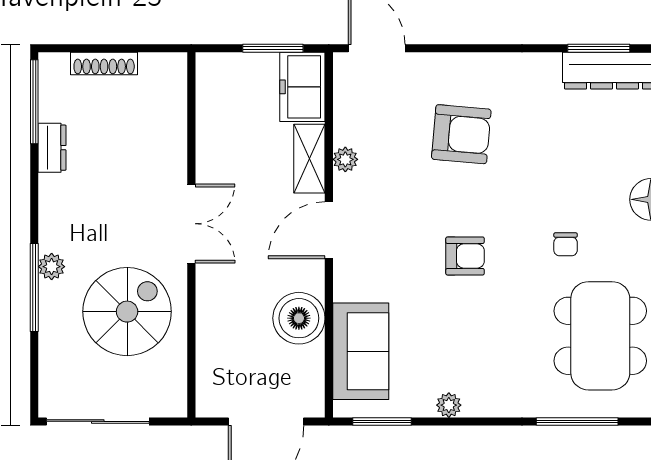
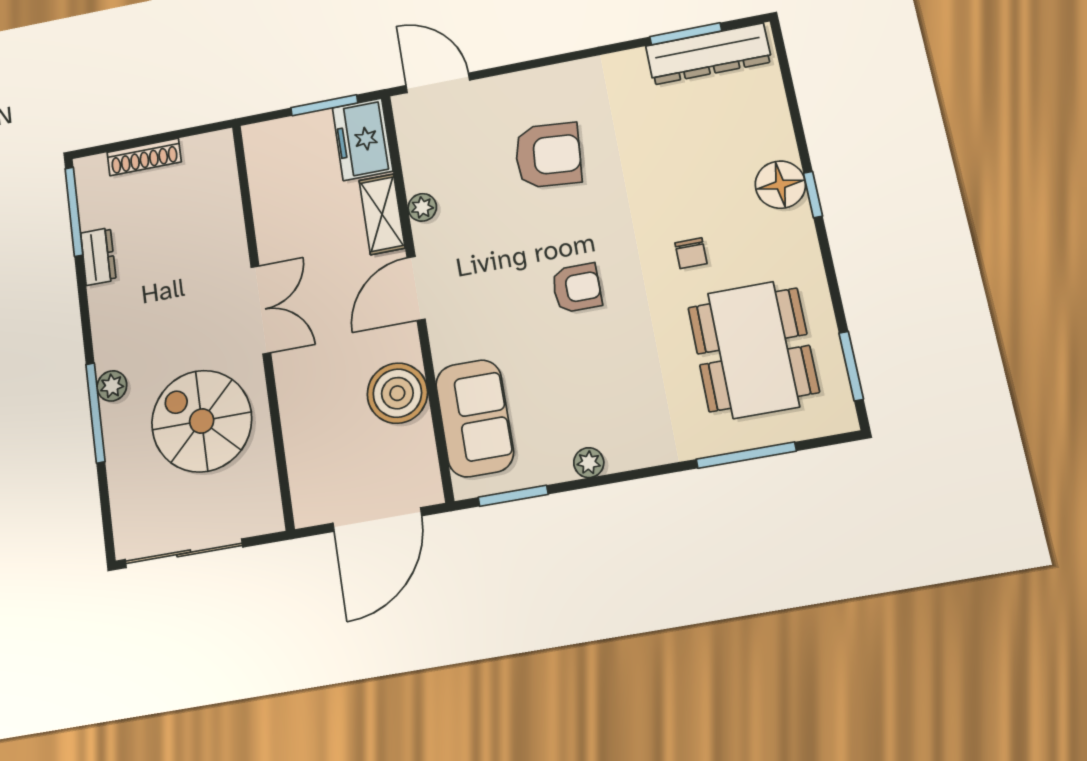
spiral stairs: (127, 312) -> (202, 421), turned -90

